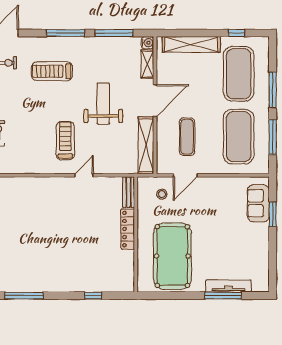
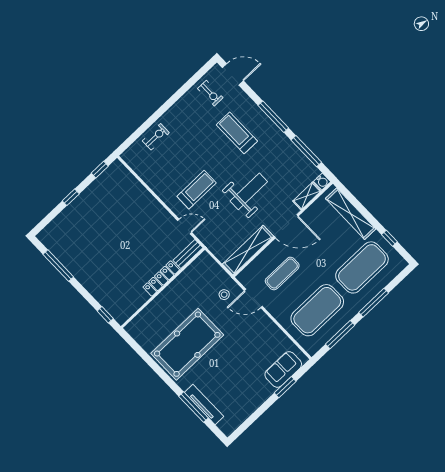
bench: (129, 192) -> (188, 254), moved
locker: (128, 229) -> (161, 278), moved
wall: (136, 234) -> (163, 288), moved

